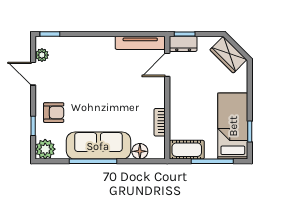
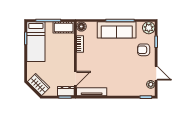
floor lamp: (140, 151) -> (81, 26), moved

